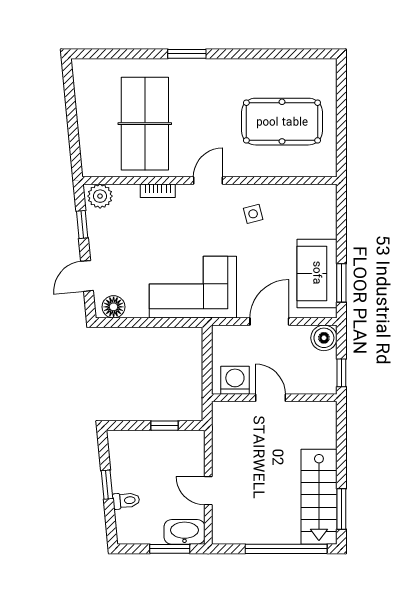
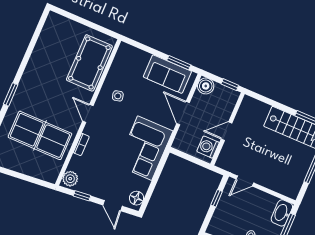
pool table: (282, 122) -> (89, 63), moved
door: (208, 491) -> (245, 181), moved

